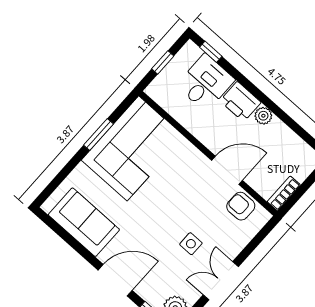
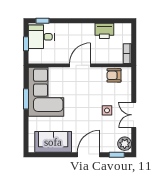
desk: (206, 83) -> (41, 37), moved, turned -90
printer: (240, 102) -> (104, 31), moved
plant: (263, 116) -> (89, 28), removed
door: (227, 170) -> (80, 65), moved

